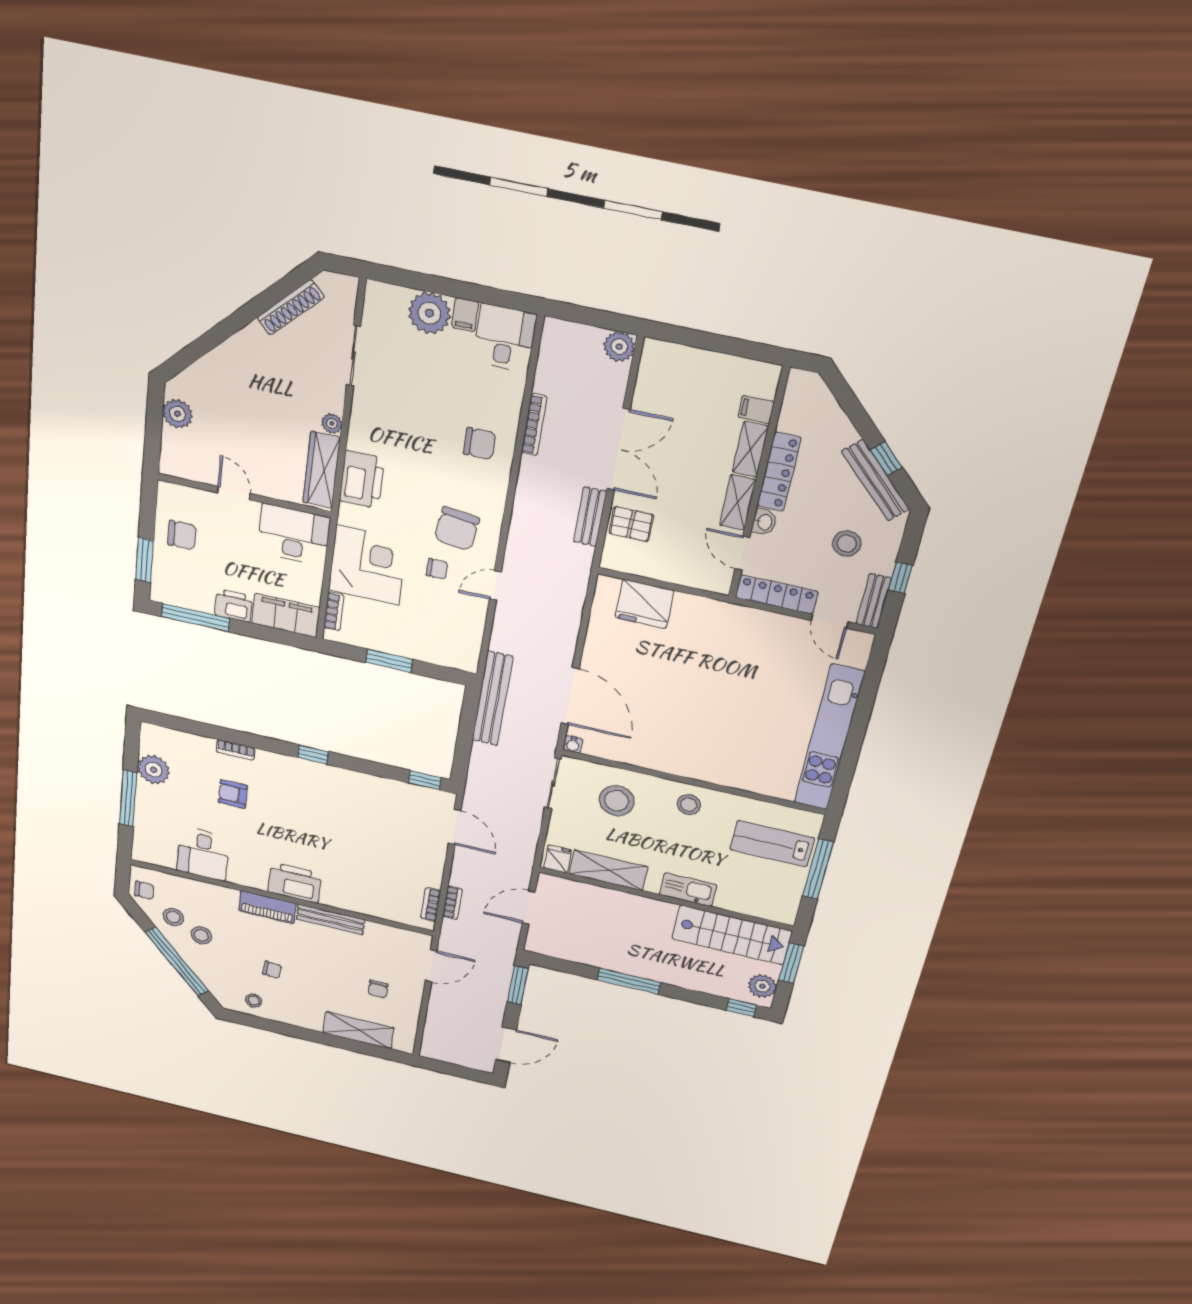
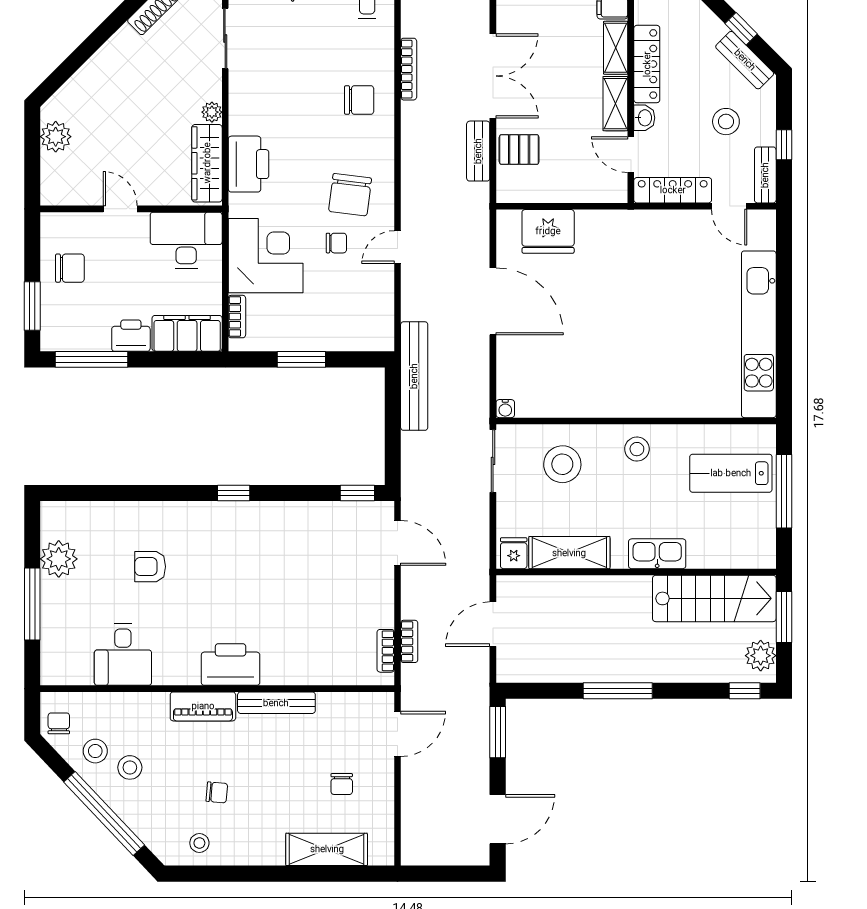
bench: (876, 480) -> (745, 60), width x0.73
door: (570, 696) -> (493, 301), moved
bookcase: (236, 750) -> (148, 509), removed
chair: (144, 890) -> (59, 723), turned -90

